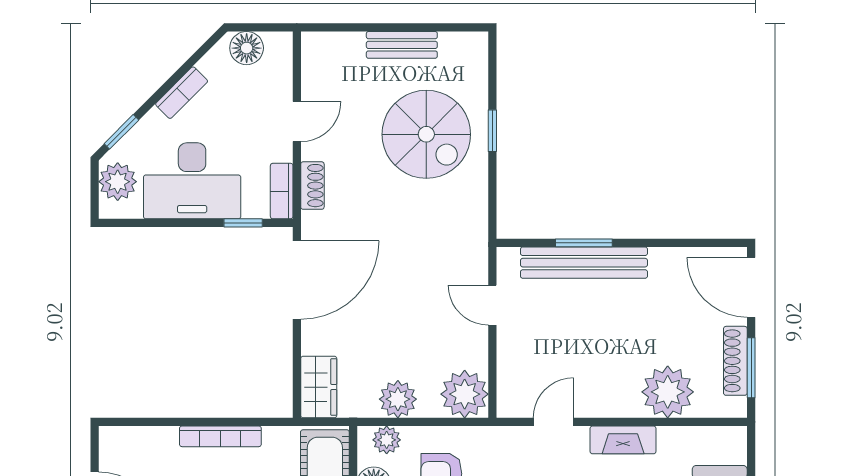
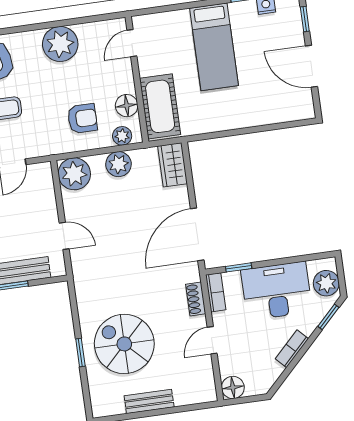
floor lamp: (247, 48) -> (233, 387), moved
bookcase: (220, 436) -> (234, 123), removed

